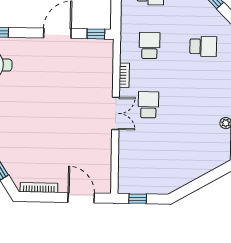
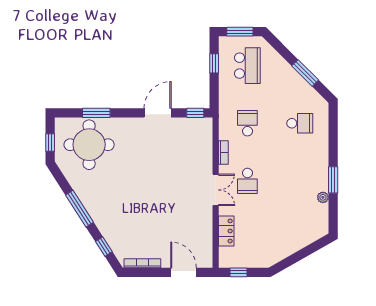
school desk: (148, 105) -> (247, 181), turned 180
locker: (126, 156) -> (226, 231), added

